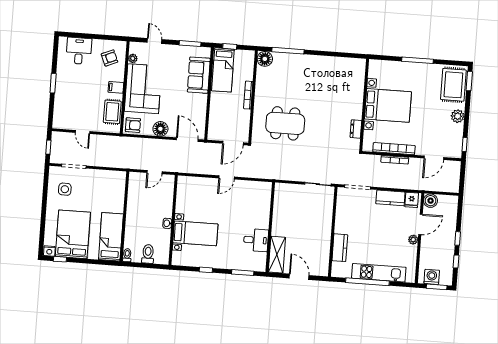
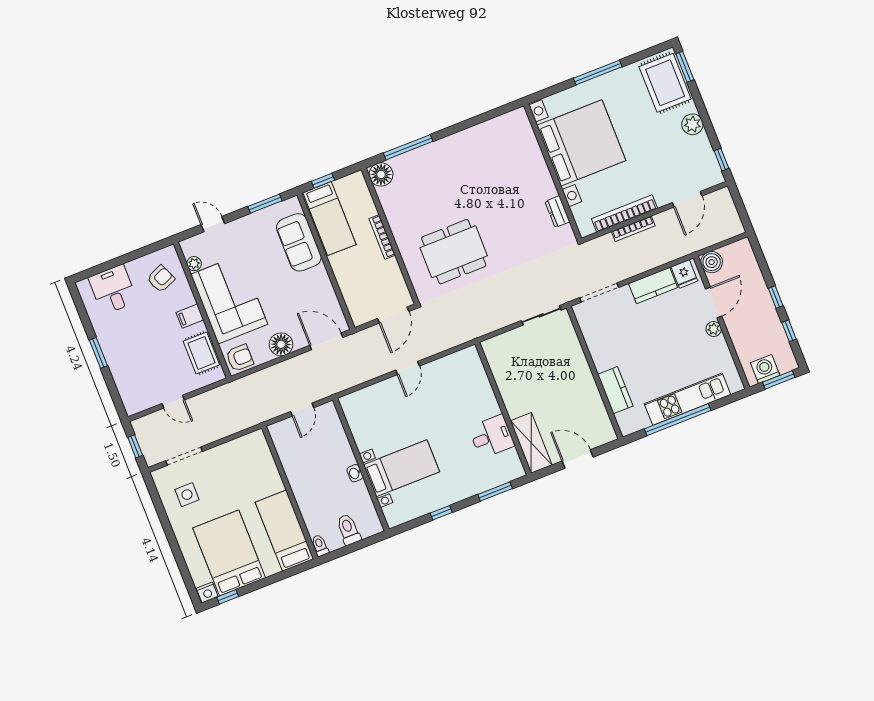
bed with nightstands: (388, 105) -> (581, 143), width x1.36

